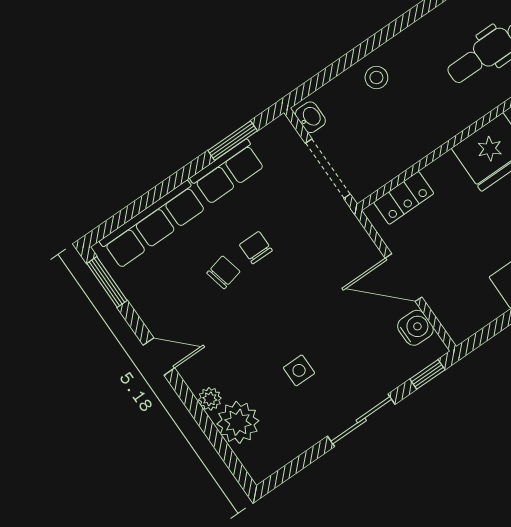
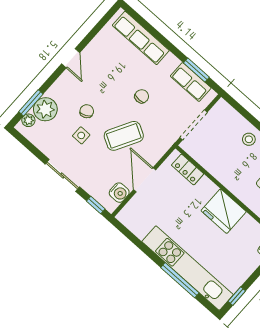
washbasin: (310, 117) -> (219, 109), removed
row of seats: (228, 172) -> (191, 82), moved
chair: (223, 272) -> (87, 111), moved, turned -103
window: (107, 282) -> (31, 103), moved
coffee table: (318, 296) -> (124, 136), added
plant: (210, 399) -> (28, 120), moved

